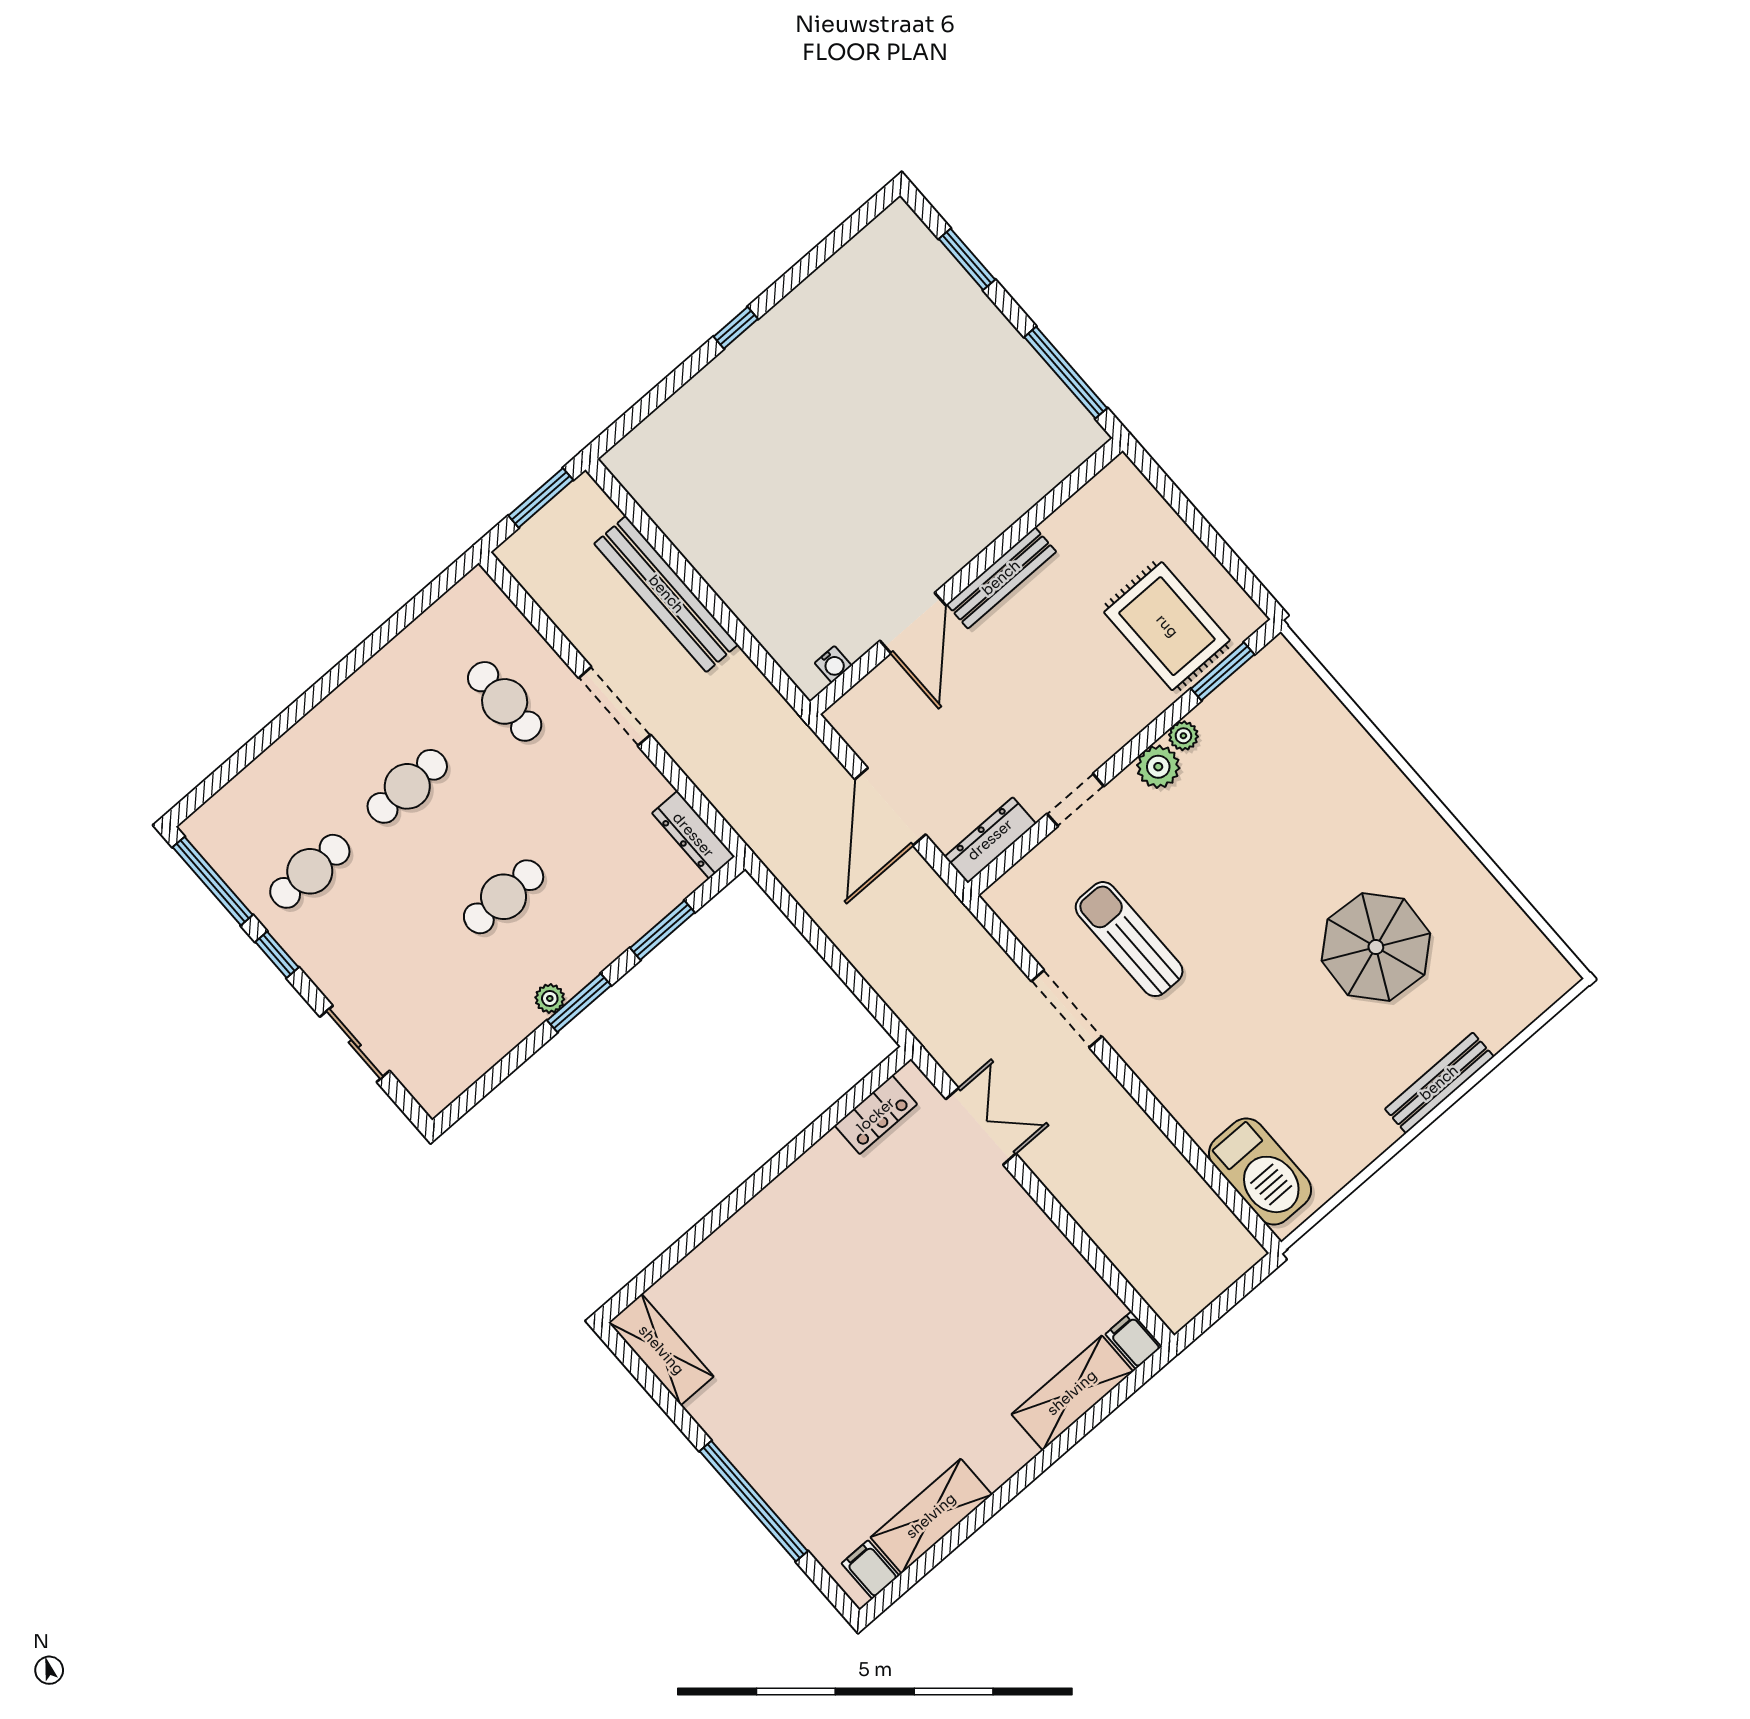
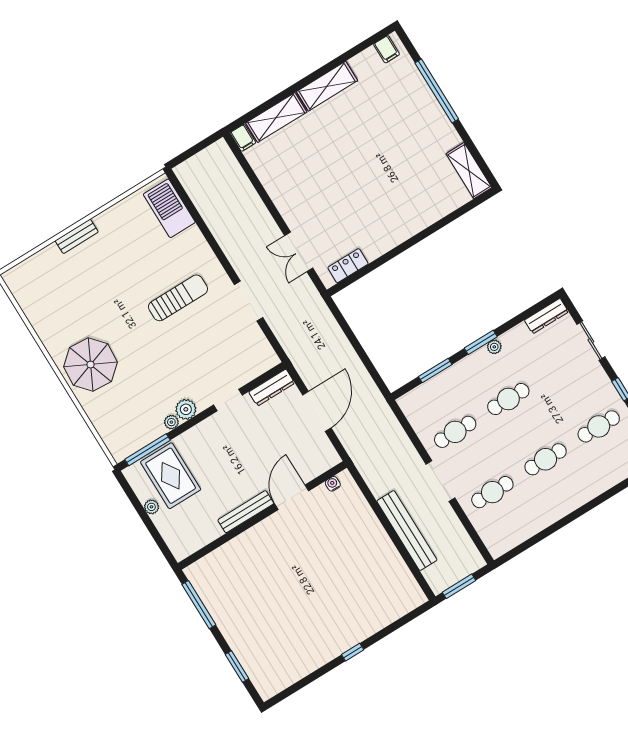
plant: (1195, 556) -> (151, 507), added
window: (1223, 671) -> (148, 450), width x1.44
cafe table: (505, 701) -> (492, 492), turned 90
cafe table: (601, 812) -> (455, 432), added
dresser: (693, 835) -> (546, 316), moved, turned 90
sun lounger: (1129, 939) -> (178, 298), moved, turned -90
parasol: (1376, 947) -> (91, 365), moved
bench: (1439, 1083) -> (77, 236), width x0.73
shelving: (931, 1516) -> (327, 86), moved

